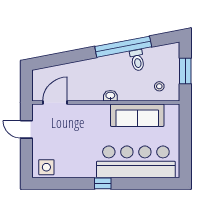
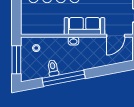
window: (185, 71) -> (16, 60), width x1.44
sofa: (137, 115) -> (84, 26), moved

